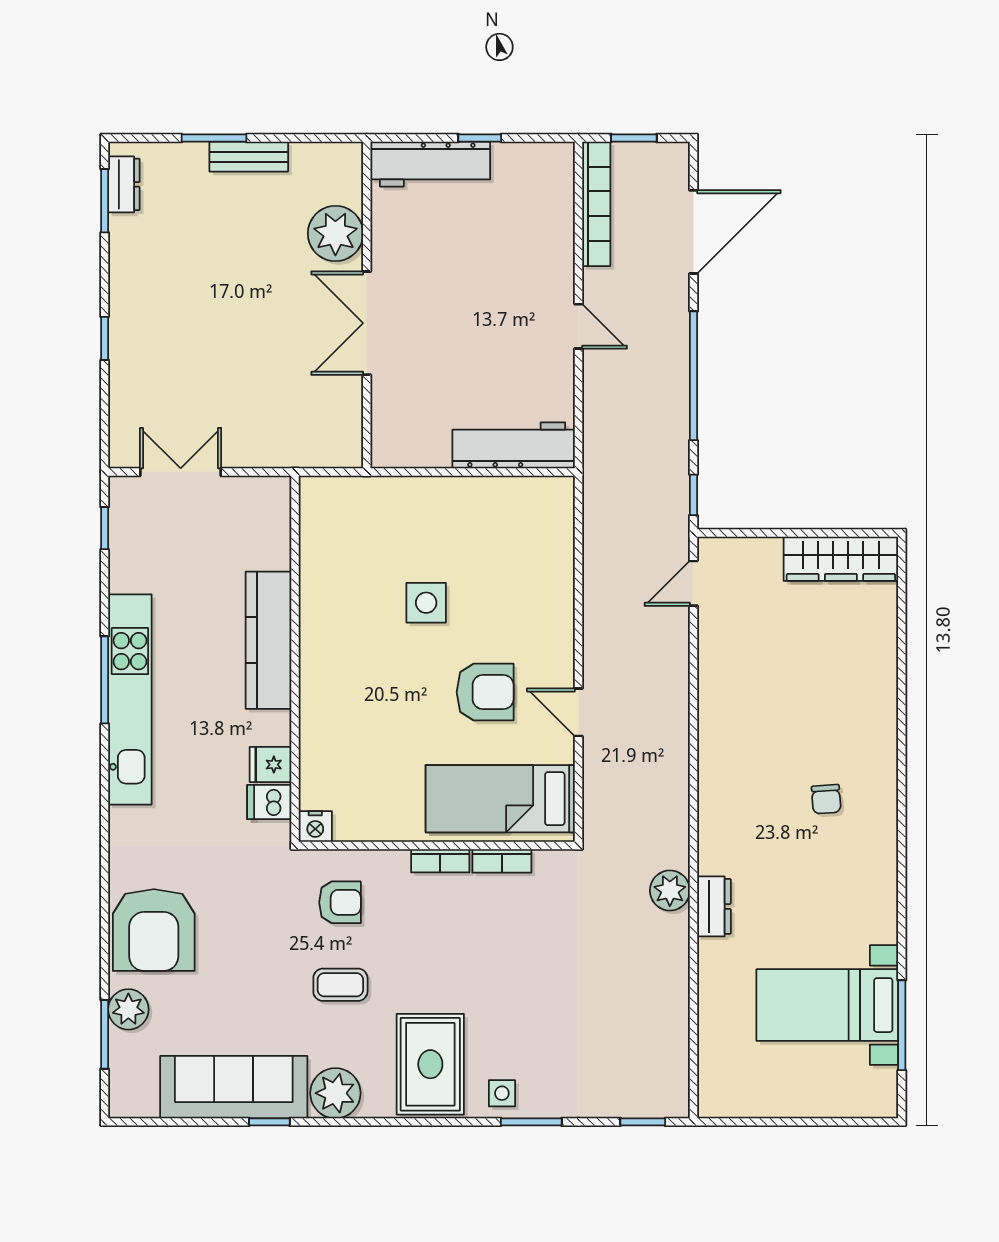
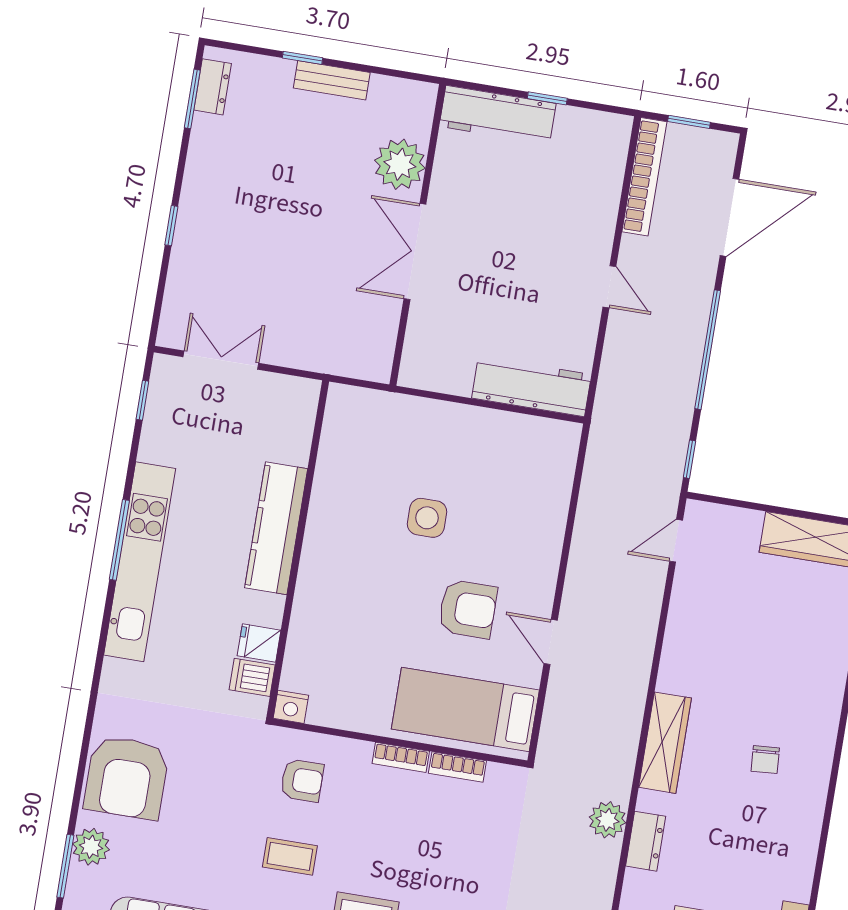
window: (214, 138) -> (303, 58), width x0.67
wardrobe: (717, 799) -> (665, 743), added

